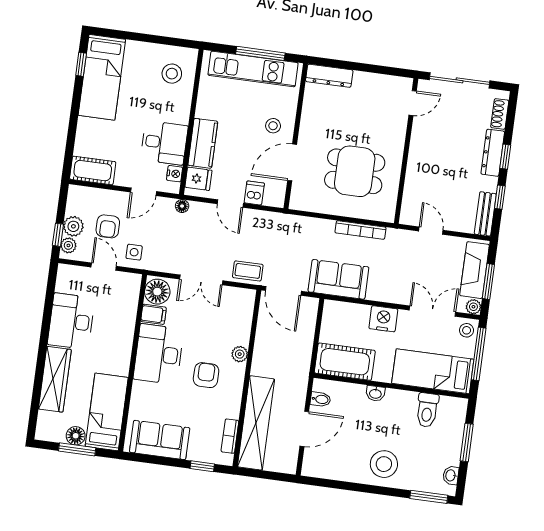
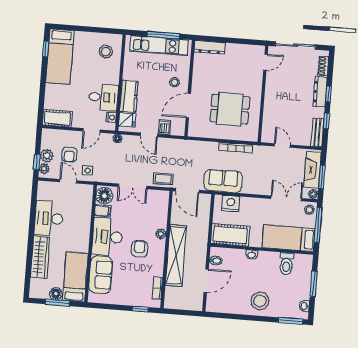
nightstand: (383, 319) -> (231, 203), moved
shelving: (256, 423) -> (176, 256), moved
sofa: (160, 440) -> (101, 275), moved, turned 90

